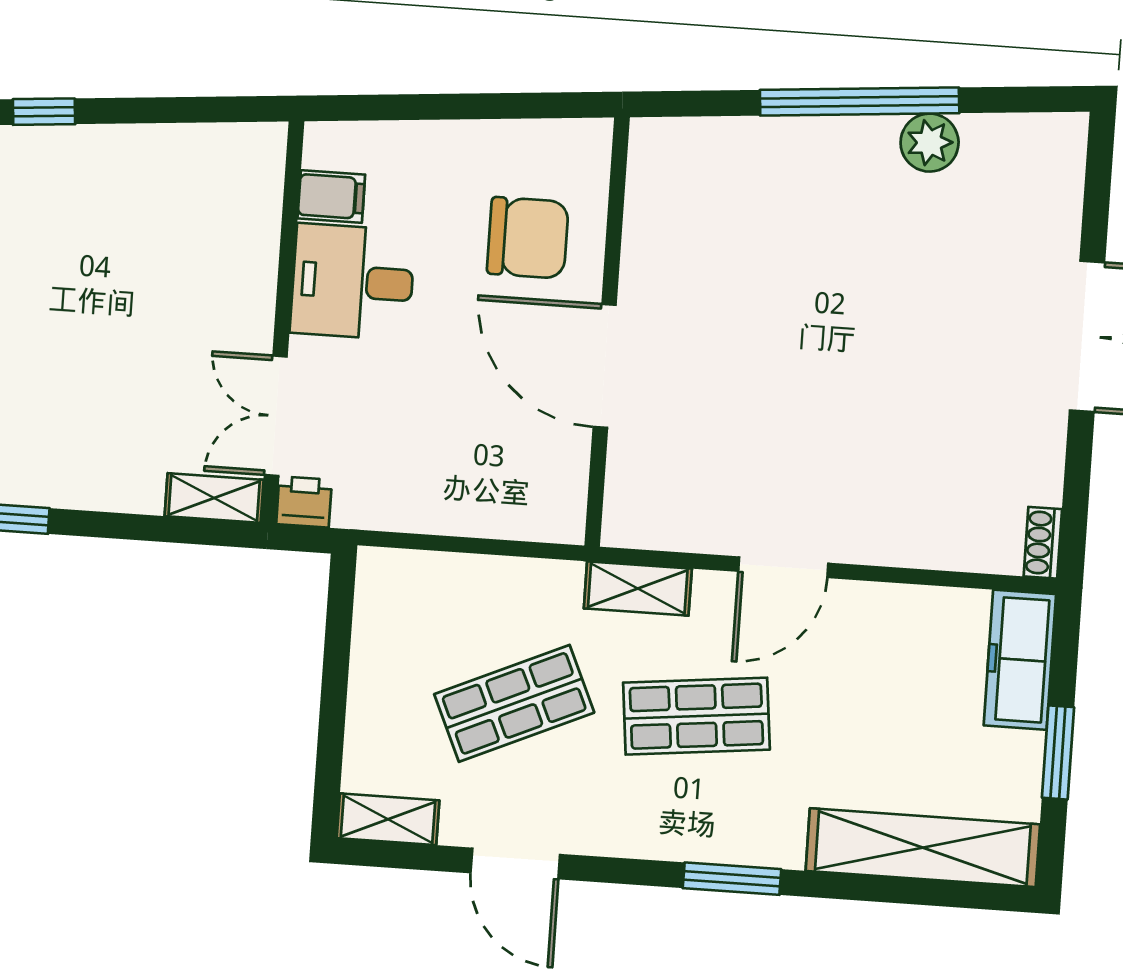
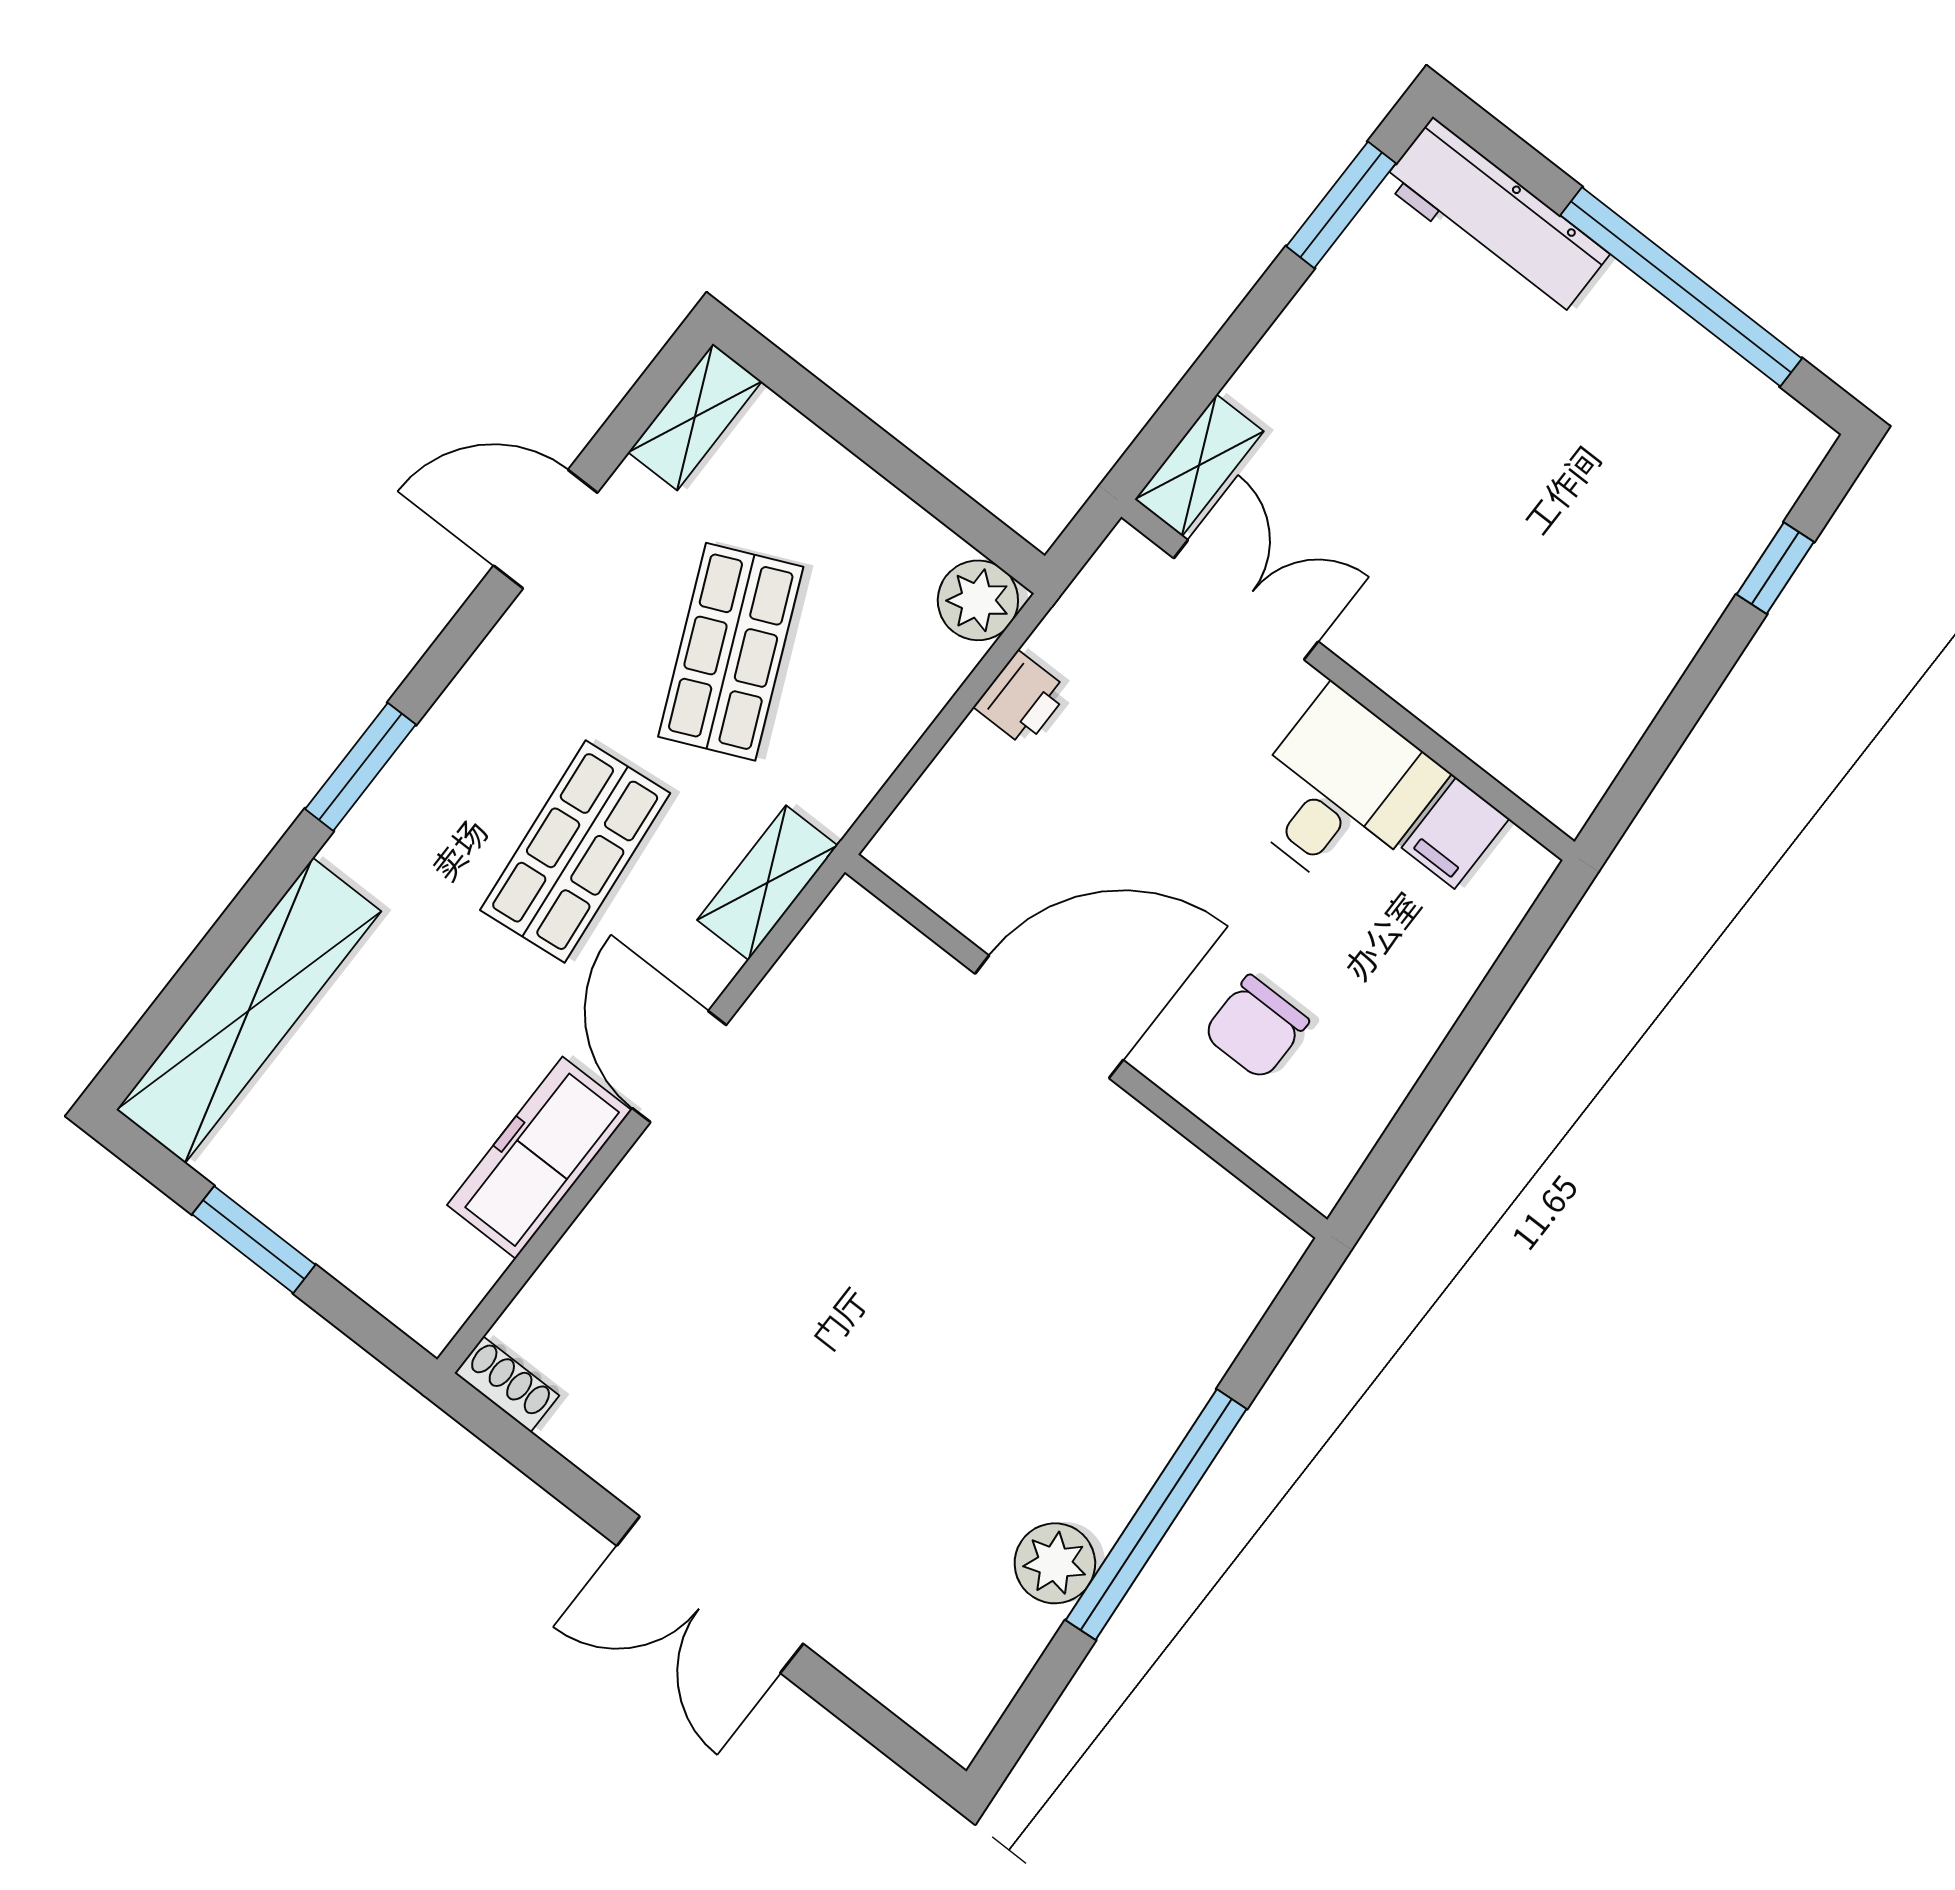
chair: (528, 238) -> (1256, 1027), width x0.73, depth x0.73
printer: (304, 502) -> (1022, 699), moved
plant: (384, 576) -> (978, 600), added
freezer: (1020, 660) -> (539, 1158), moved, turned -90

